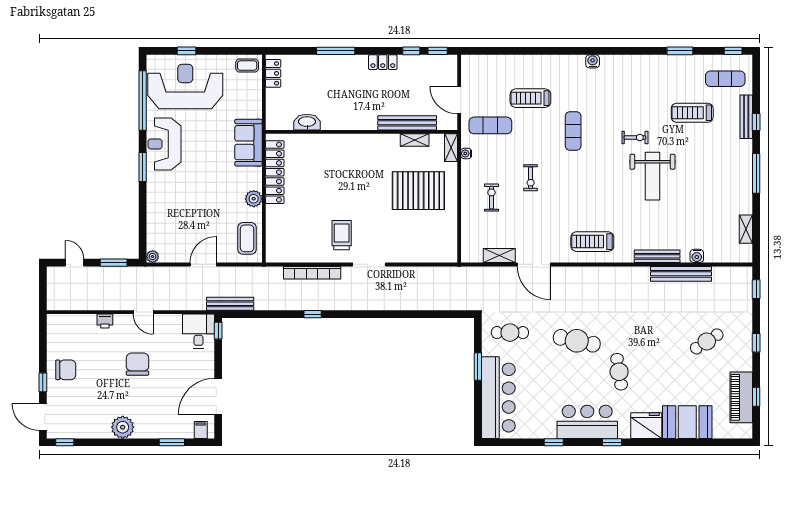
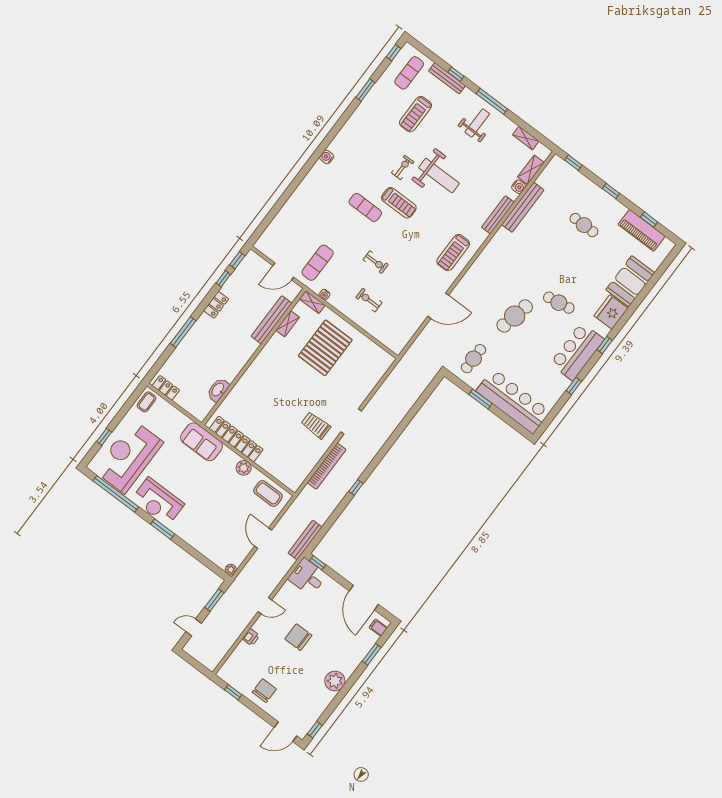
treadmill: (530, 98) -> (399, 203), moved, turned -90
weight bench: (726, 175) -> (477, 123), added
shelving: (499, 256) -> (531, 170), moved
cafe table: (707, 341) -> (584, 225), turned -57
window: (43, 382) -> (233, 692), moved

